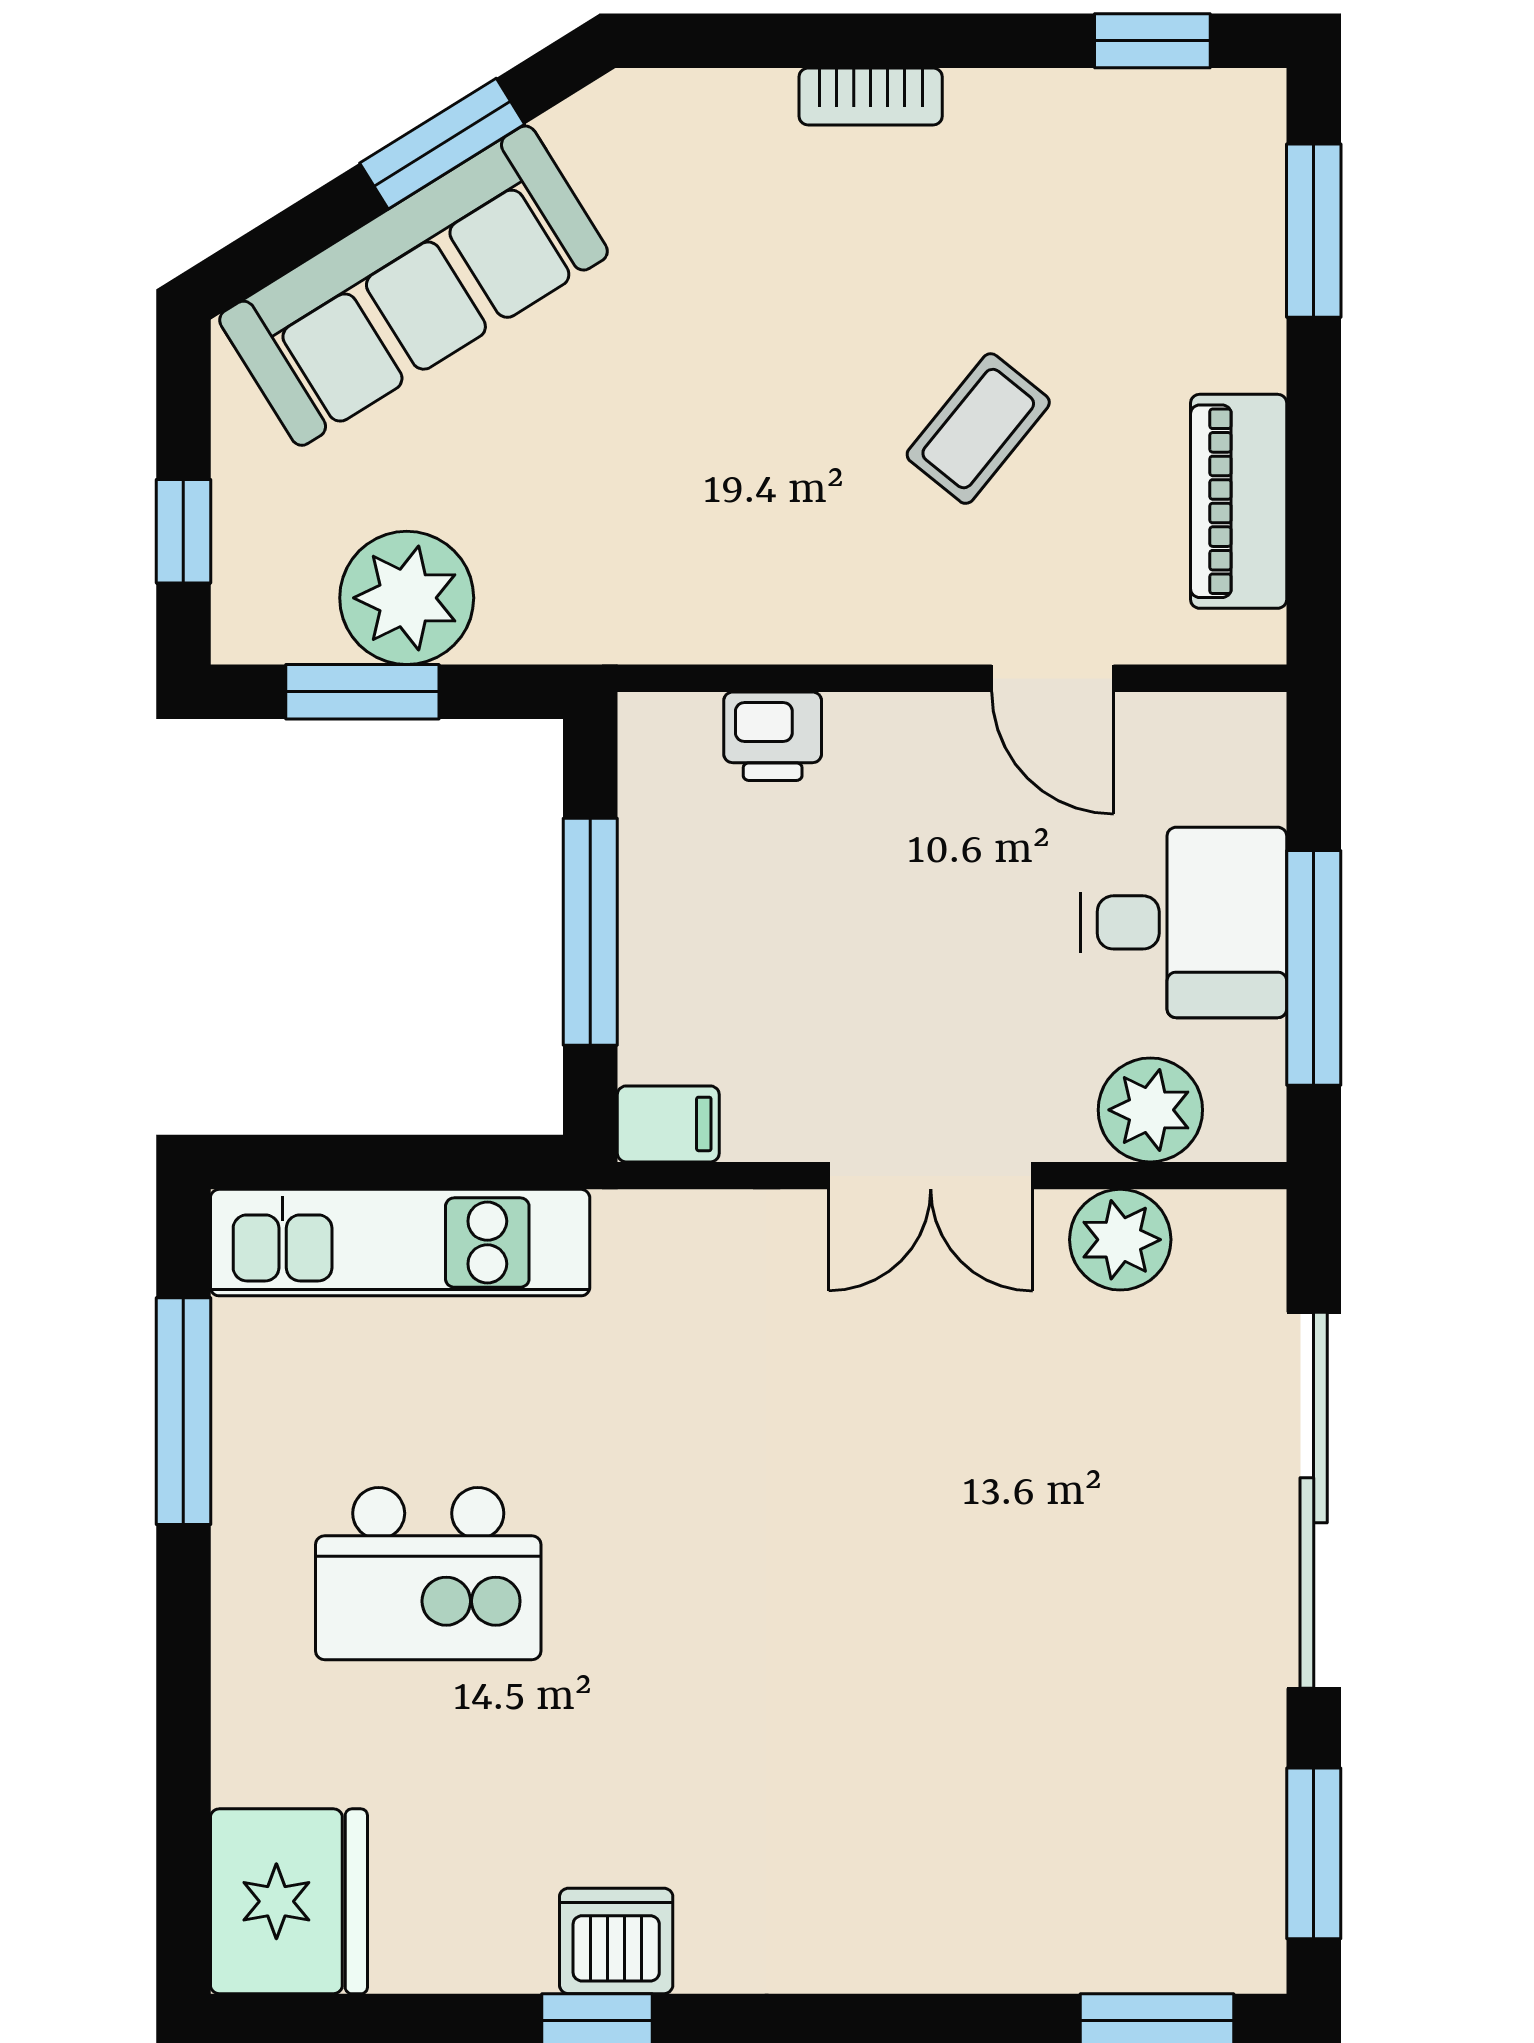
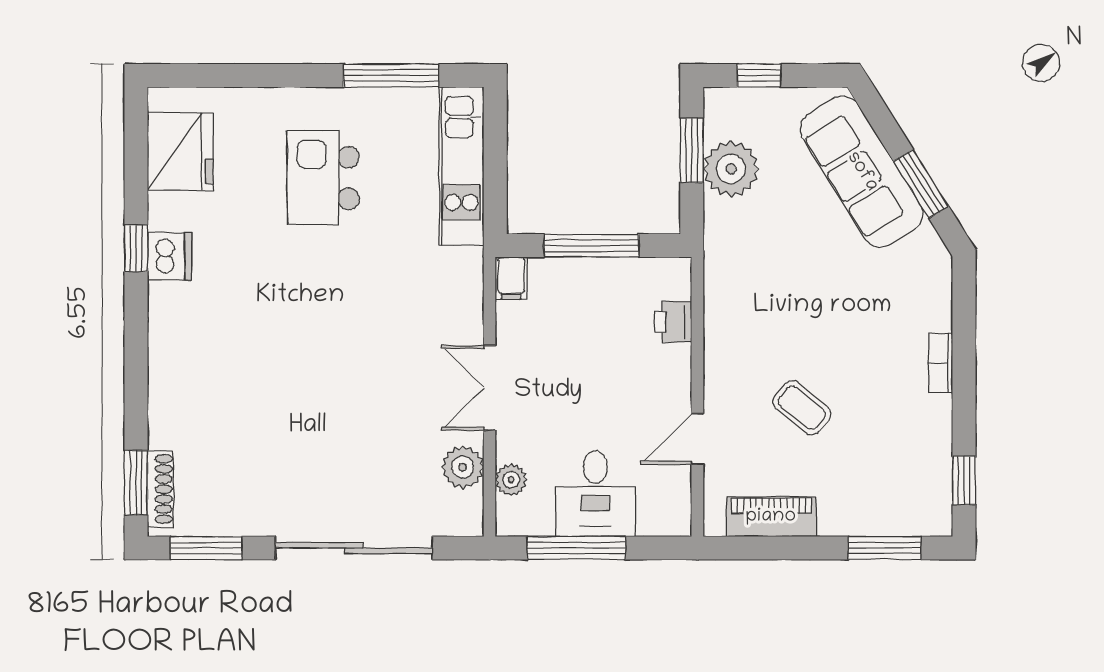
plant: (1150, 1110) -> (511, 480), width x0.73, depth x0.73
fridge: (289, 1901) -> (180, 151), moved, turned -90
shoe rack: (1173, 1963) -> (160, 489), added

